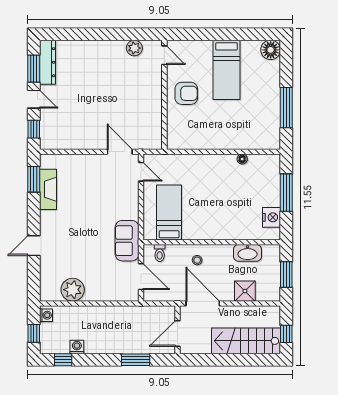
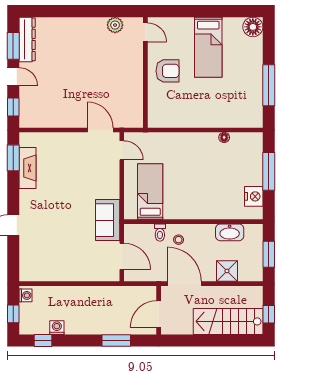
toilet: (160, 253) -> (160, 233), moved
plant: (73, 290) -> (53, 270), removed

